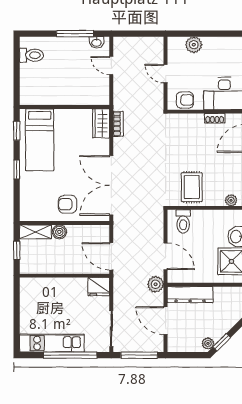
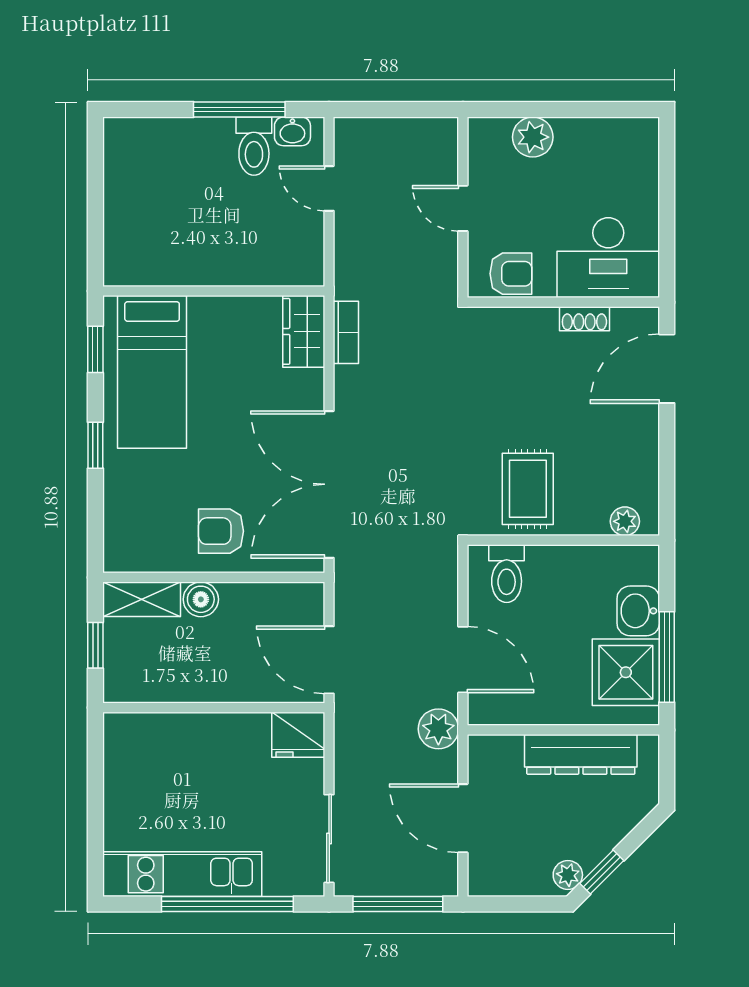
toilet: (32, 55) -> (254, 146), moved, turned 90
dresser: (190, 295) -> (581, 754), moved

